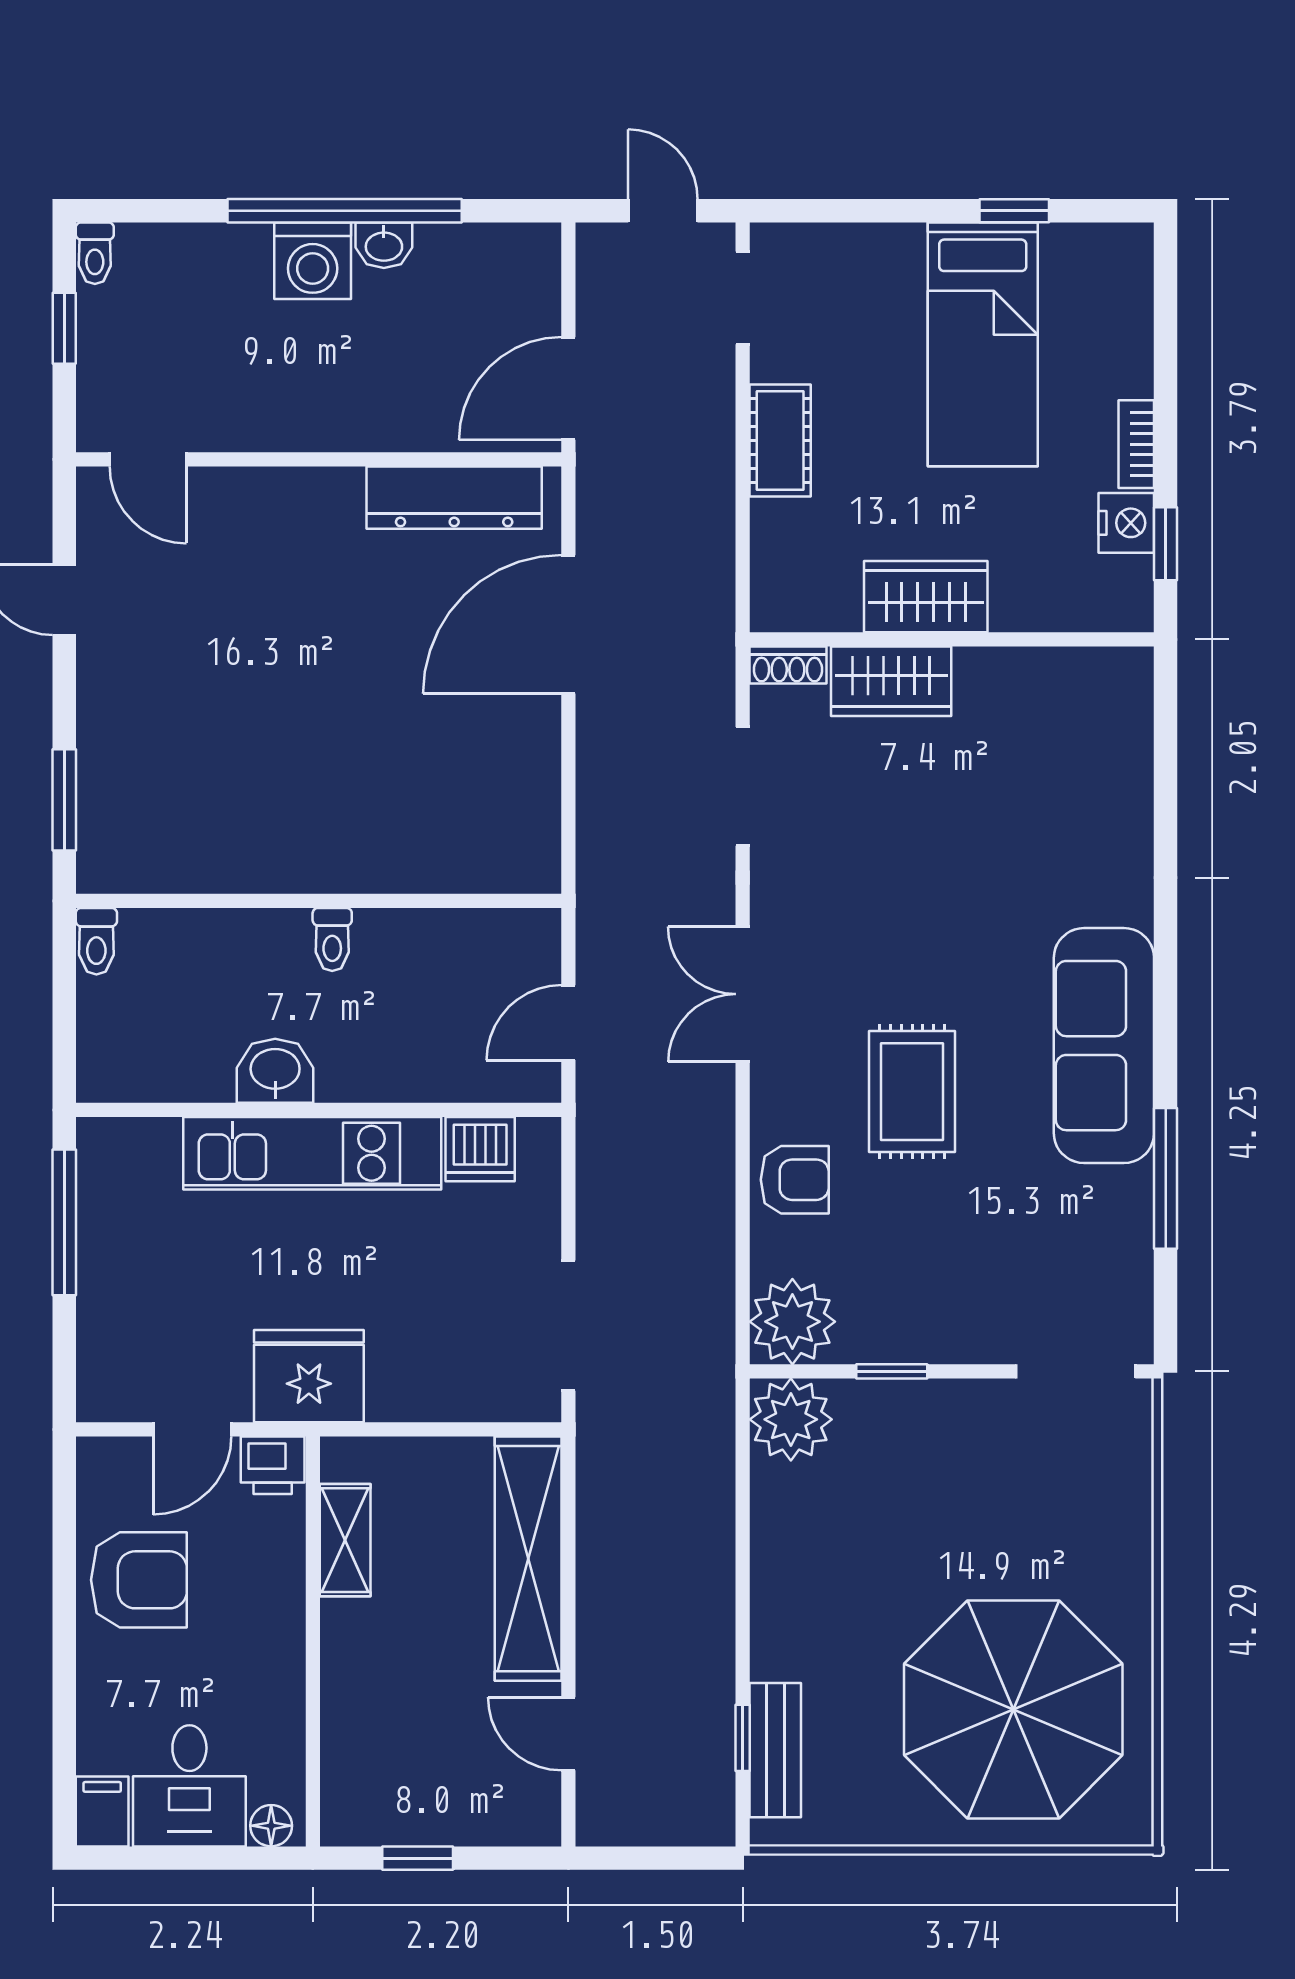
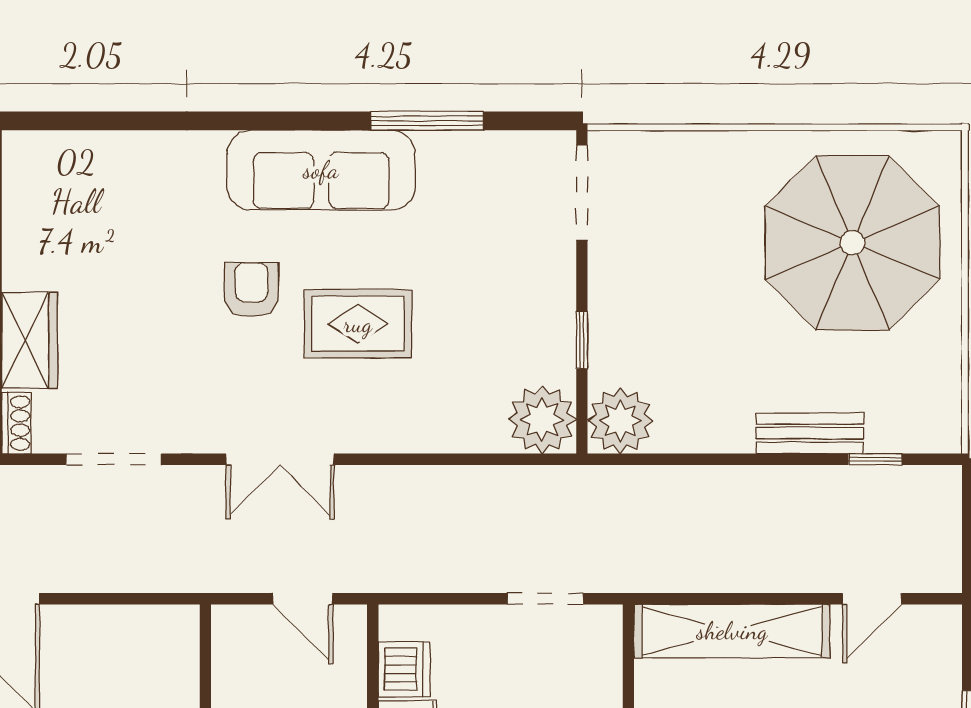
armchair: (795, 1180) -> (251, 290), moved
doorway: (568, 1326) -> (545, 599), width x0.73
bench: (775, 1750) -> (810, 433), moved

